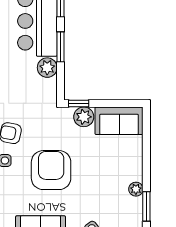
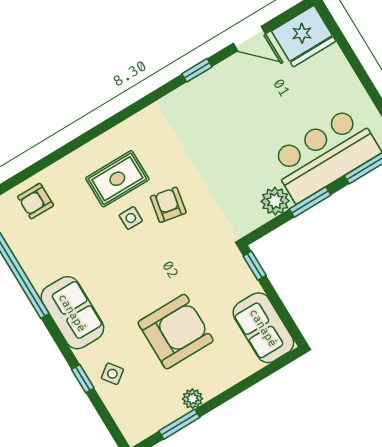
plant: (84, 117) -> (242, 282), removed
armchair: (51, 170) -> (176, 332), moved

